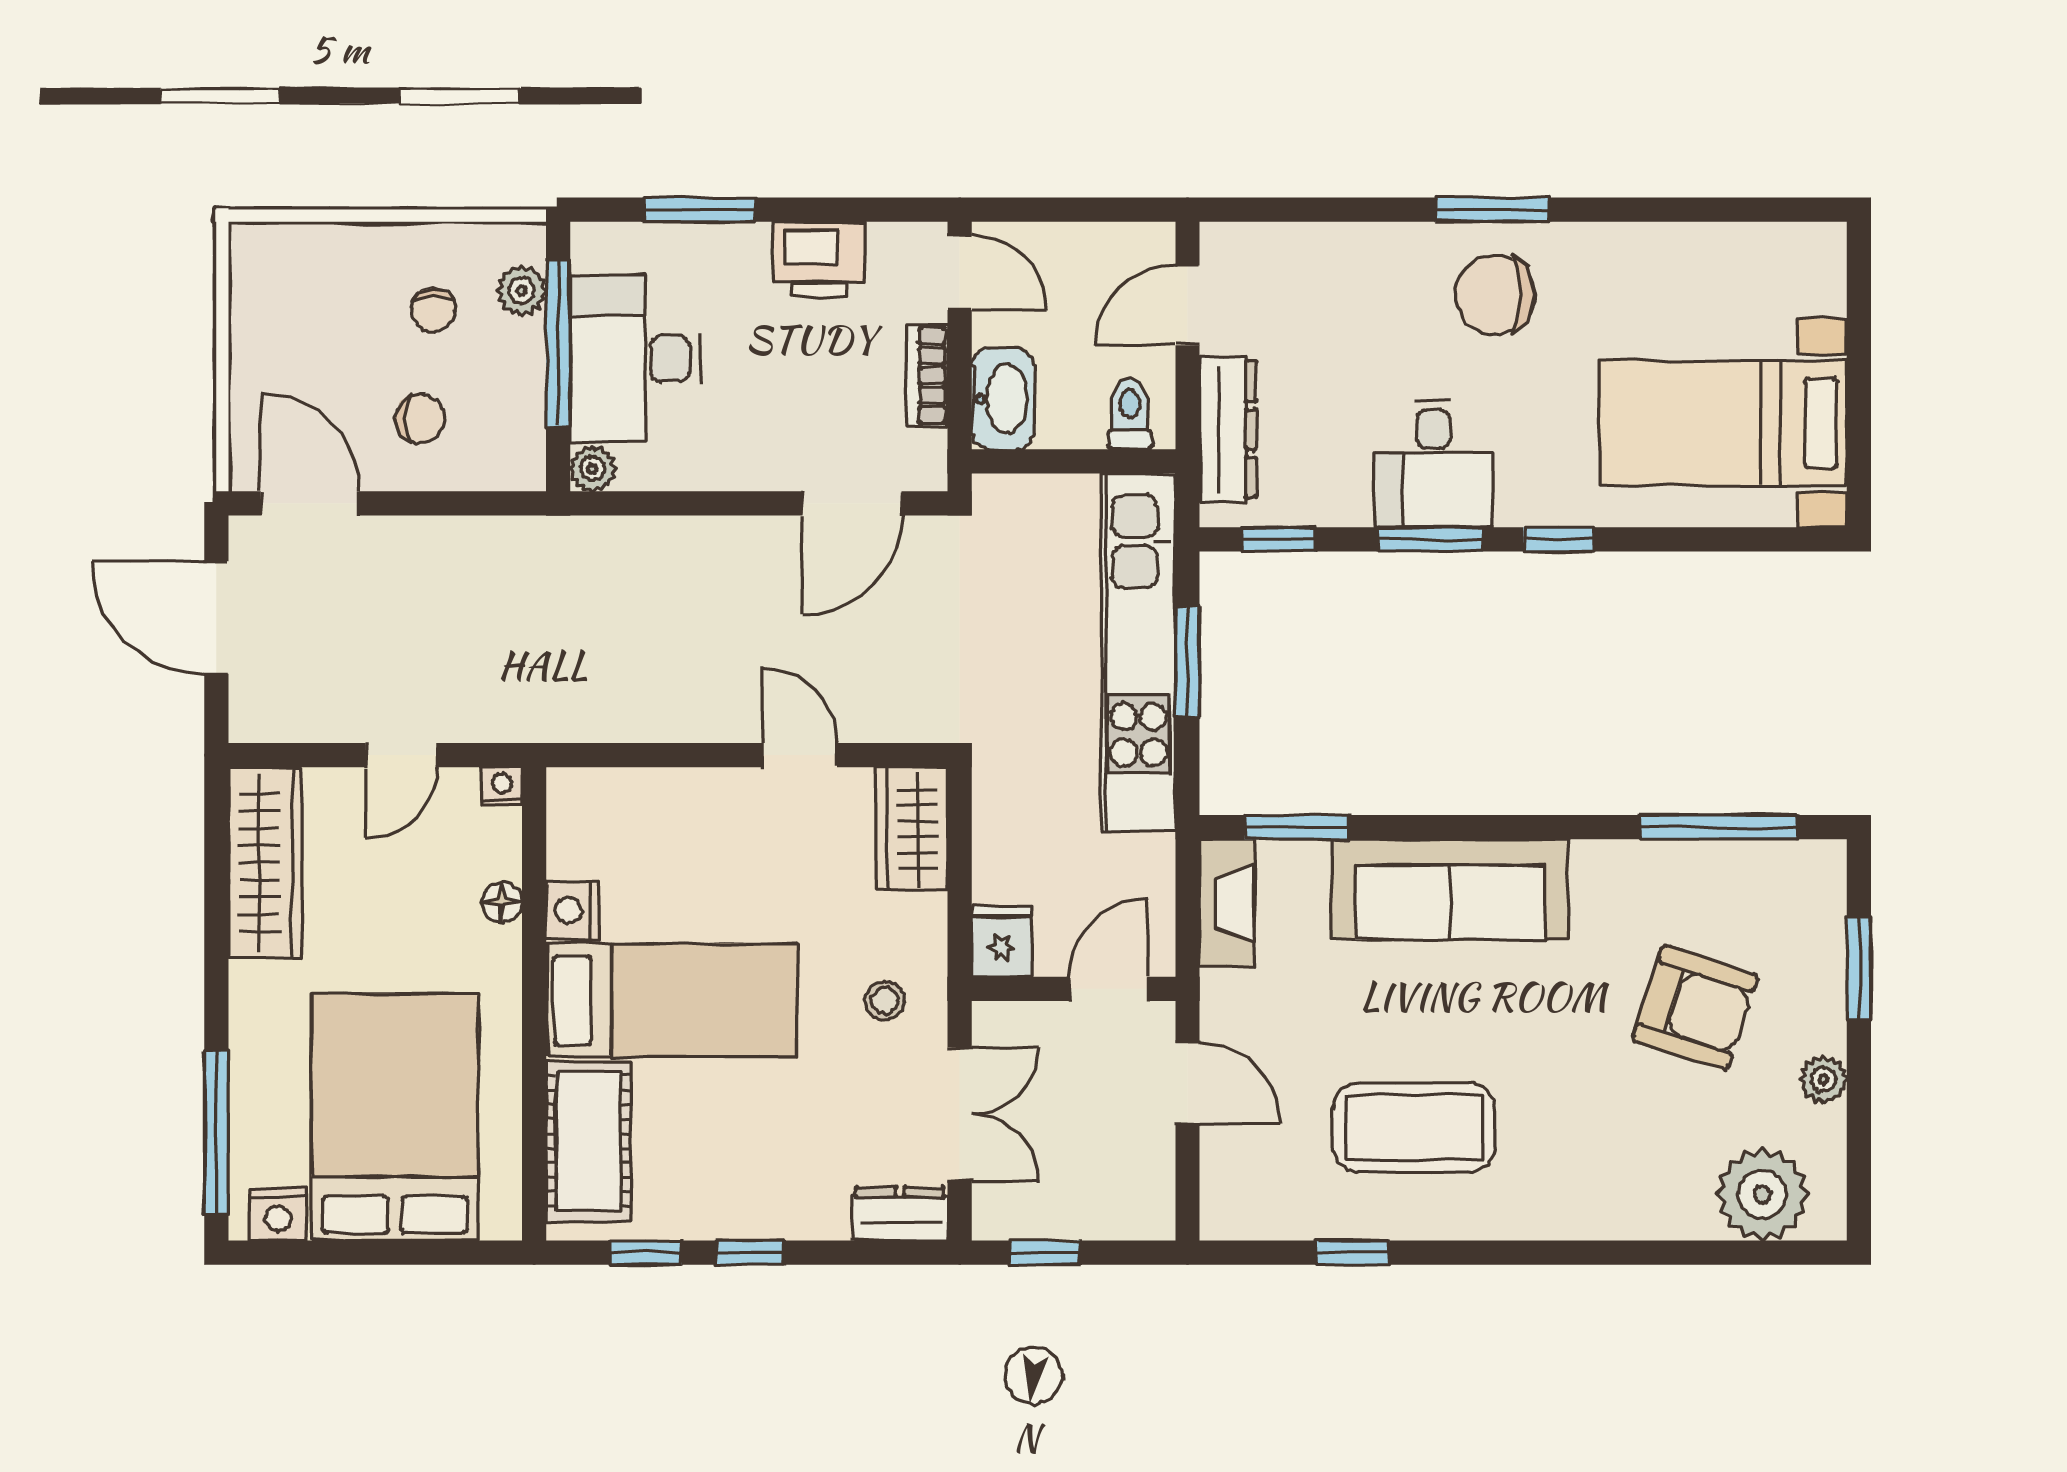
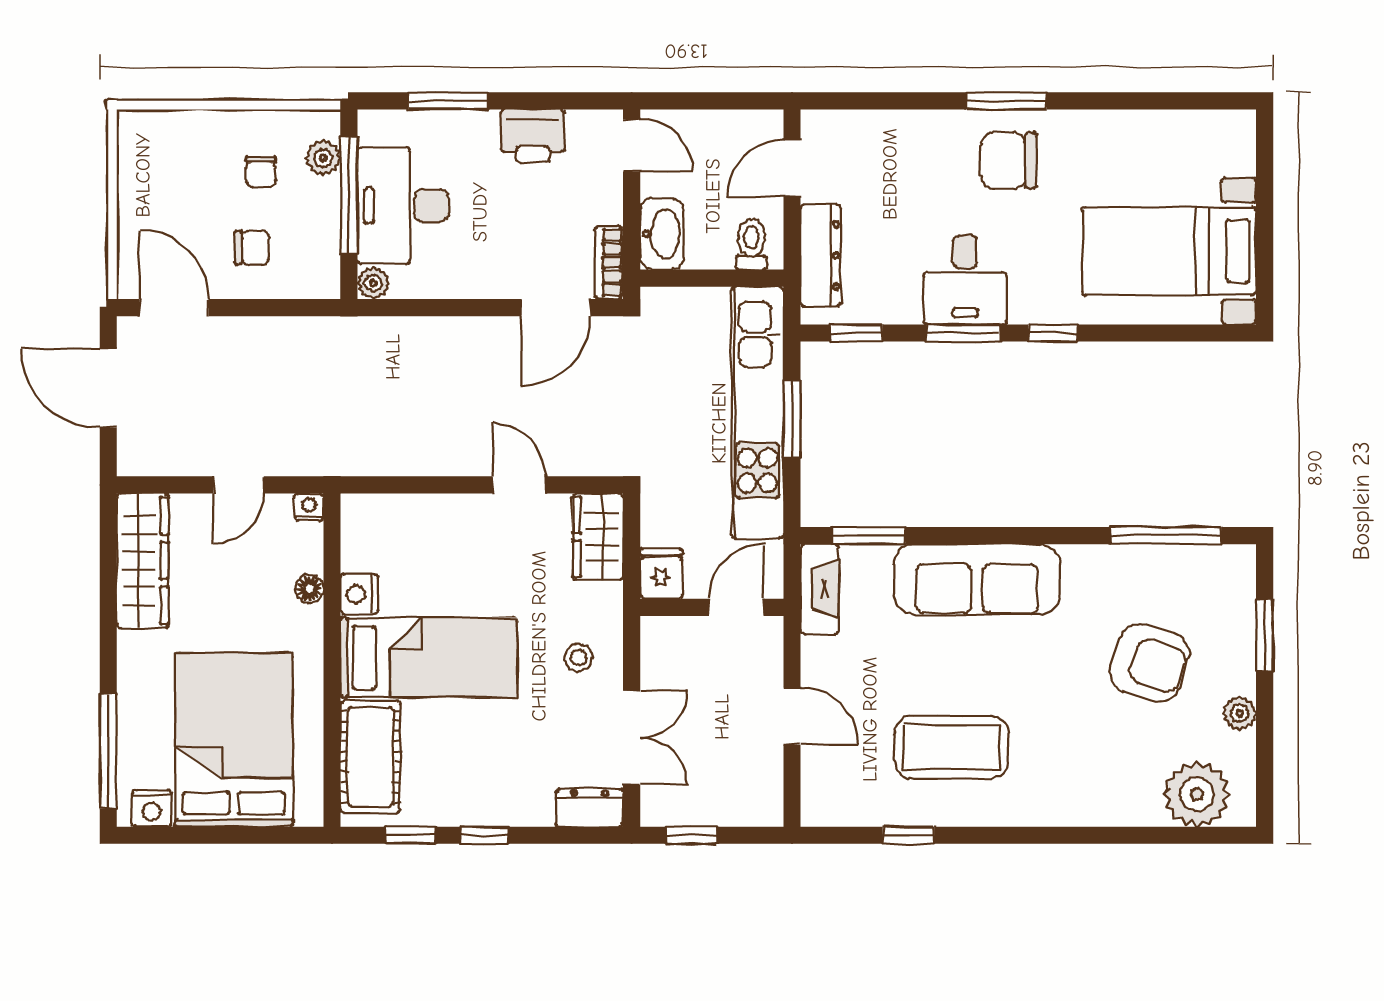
bookcase: (927, 375) -> (609, 262), moved
fridge: (1002, 941) -> (661, 574), moved
wall: (1074, 989) -> (712, 607), moved
door: (1108, 989) -> (736, 607), moved

